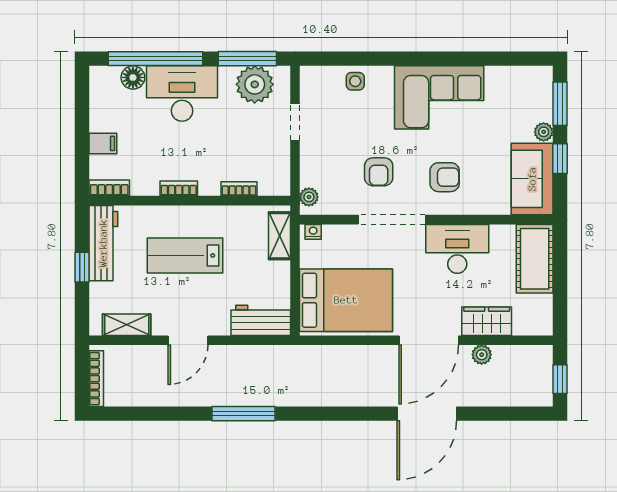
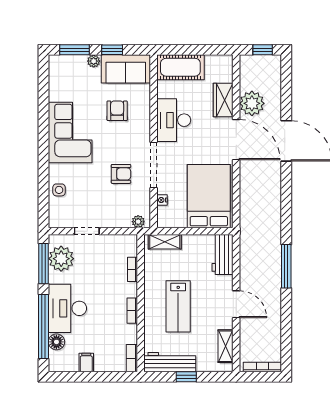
filing cabinet: (103, 143) -> (86, 362), moved
armchair: (445, 177) -> (117, 111), moved
nightstand: (313, 232) -> (162, 200), moved
plant: (482, 355) -> (252, 103), width x1.87, depth x1.87

